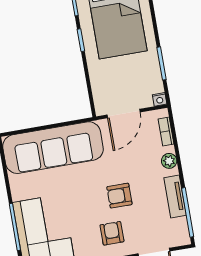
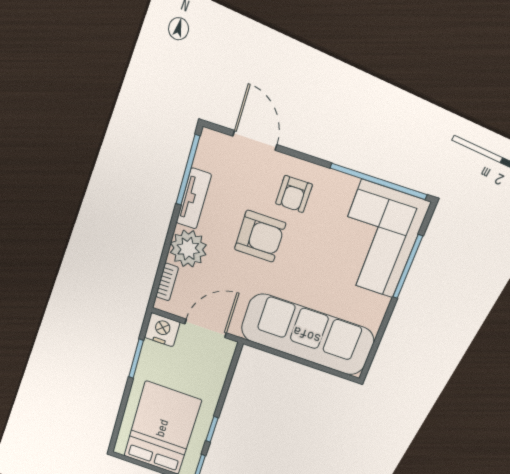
nightstand: (160, 99) -> (162, 330), width x1.89, depth x1.79
plant: (169, 161) -> (188, 249), width x1.87, depth x1.87
armchair: (119, 196) -> (260, 236), width x1.38, depth x1.38

